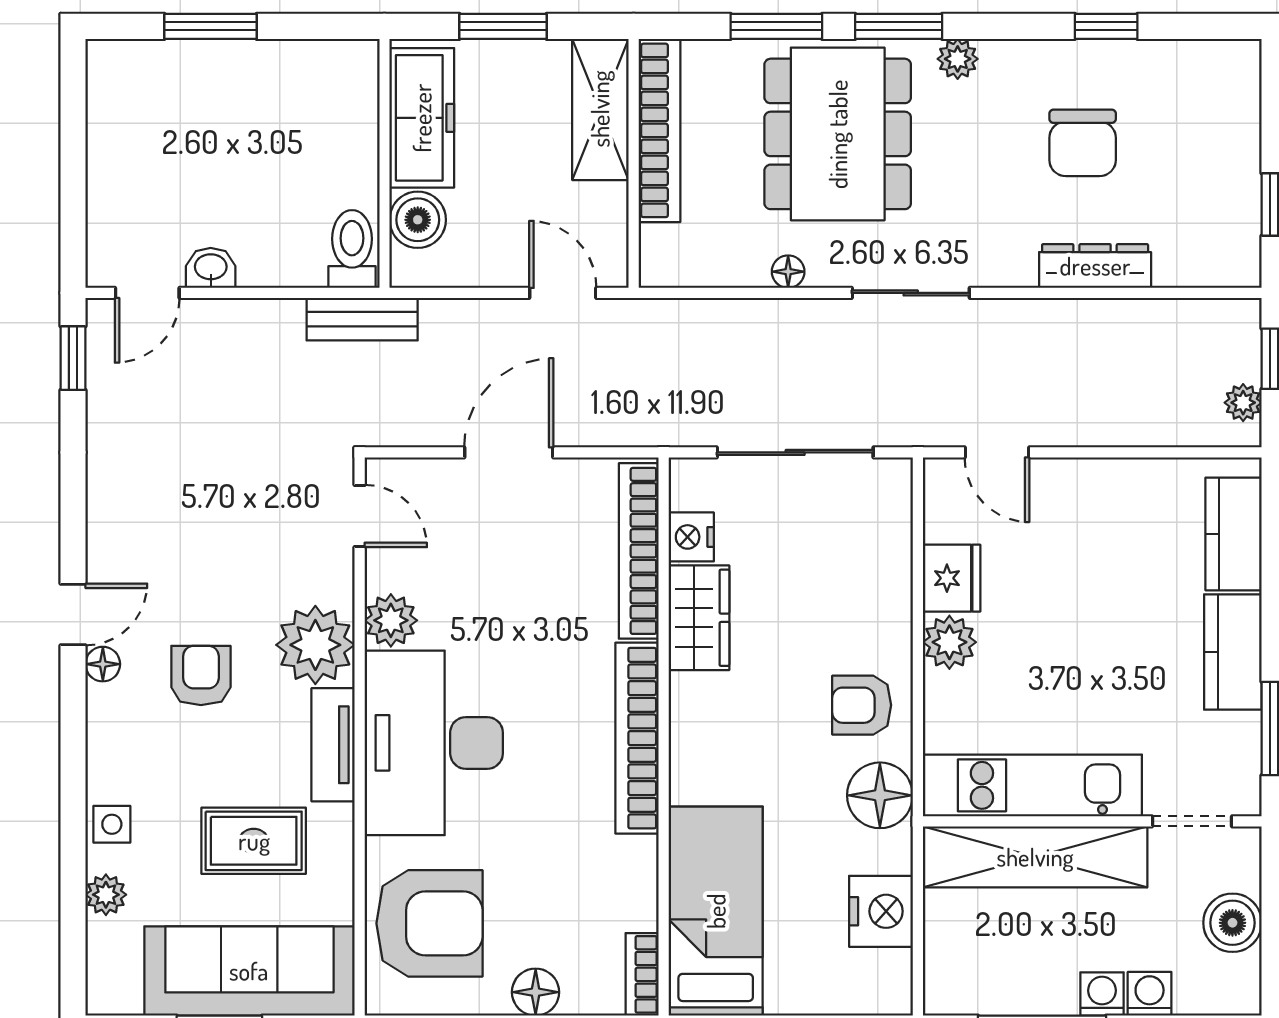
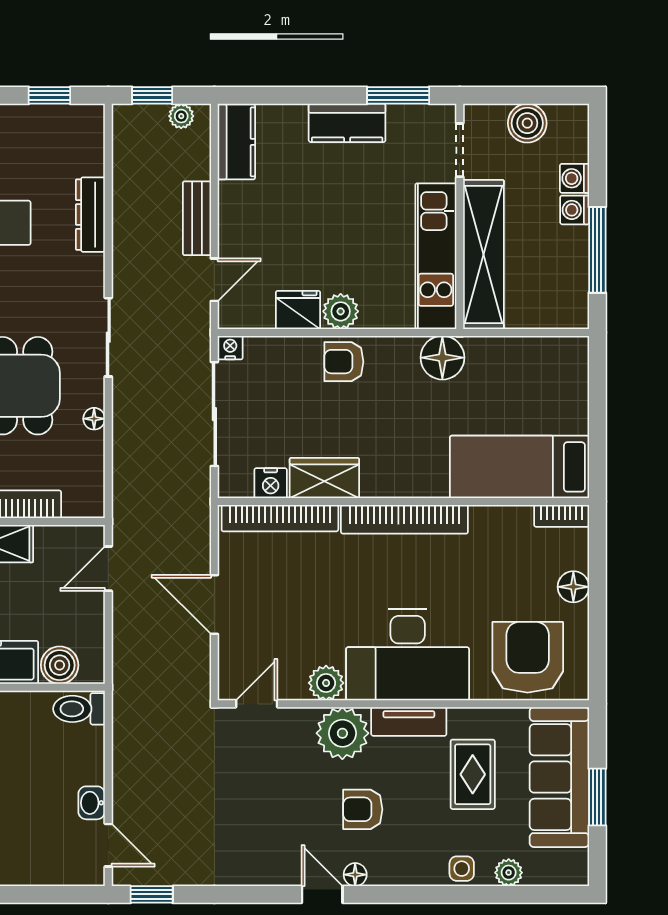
bench: (362, 319) -> (197, 218), moved
kitchen counter: (1234, 534) -> (236, 142), moved, turned -90
armchair: (862, 705) -> (344, 362), moved, turned 90
nightstand: (881, 911) -> (230, 348), moved, width x0.53, depth x0.56

